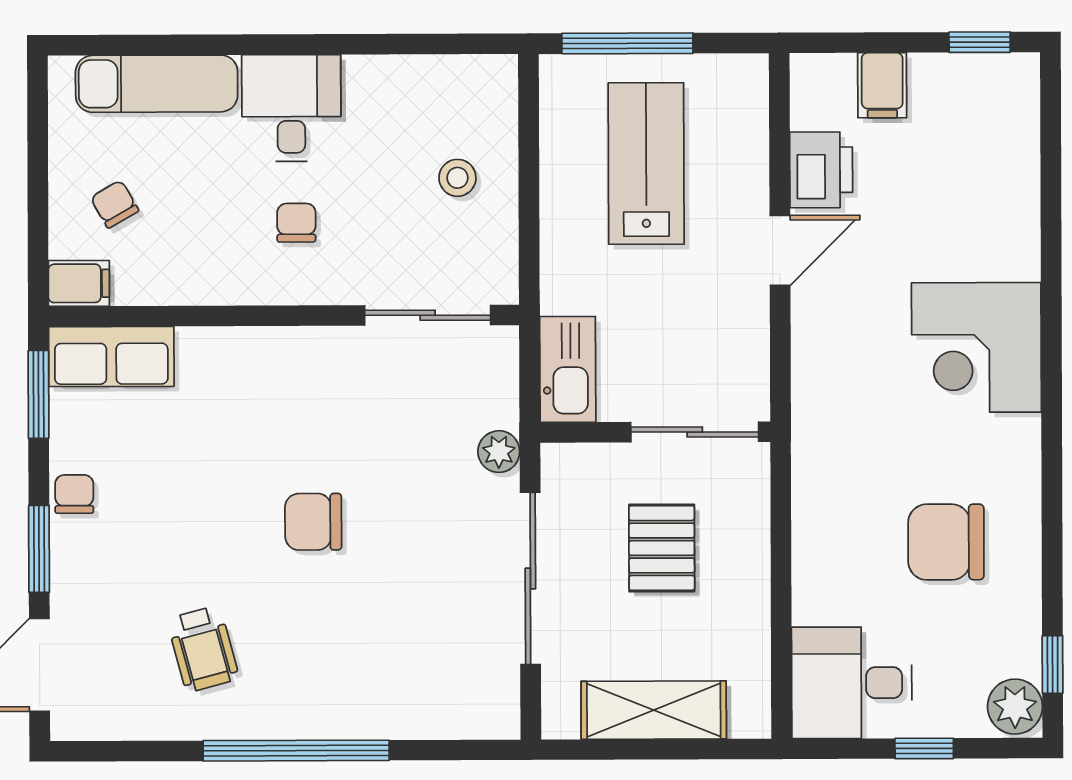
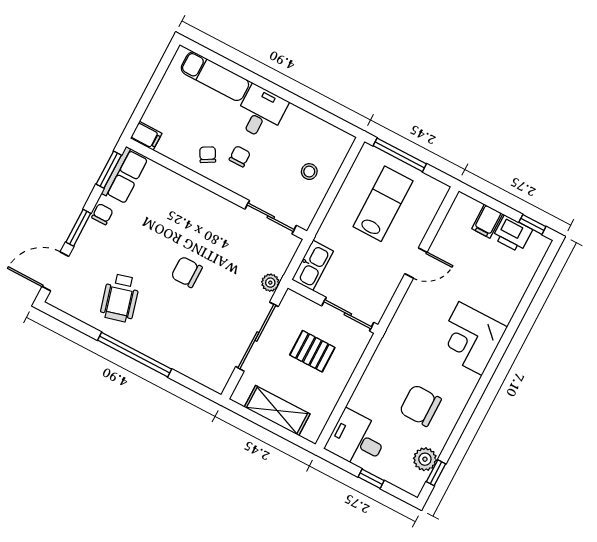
printer: (821, 170) -> (512, 234), moved, turned 90
chair: (115, 204) -> (208, 155), moved
row of seats: (111, 357) -> (125, 176), moved, turned -90
pallet: (662, 548) -> (312, 351), turned 90
wheelchair: (203, 649) -> (120, 298), width x1.36, depth x1.37
plant: (1015, 707) -> (425, 459), moved

